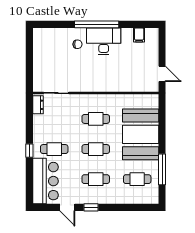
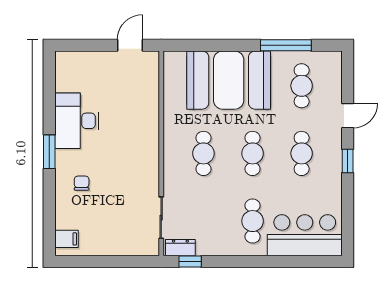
window: (97, 24) -> (49, 152), width x0.47
filing cabinet: (139, 35) -> (67, 239), moved
desk: (104, 41) -> (77, 121), moved
window: (29, 151) -> (190, 262), moved
door: (67, 207) -> (348, 116), moved

